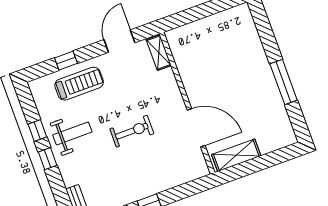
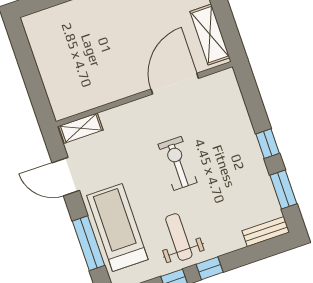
window: (66, 61) -> (89, 243), width x2.17
treadmill: (79, 84) -> (117, 228), width x1.37, depth x1.38

